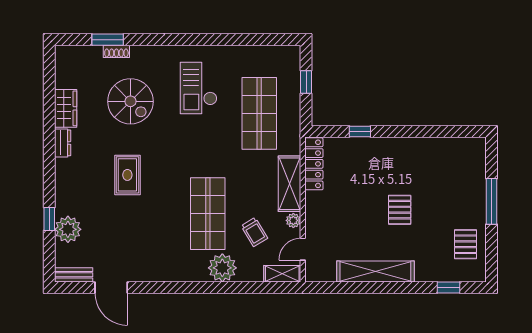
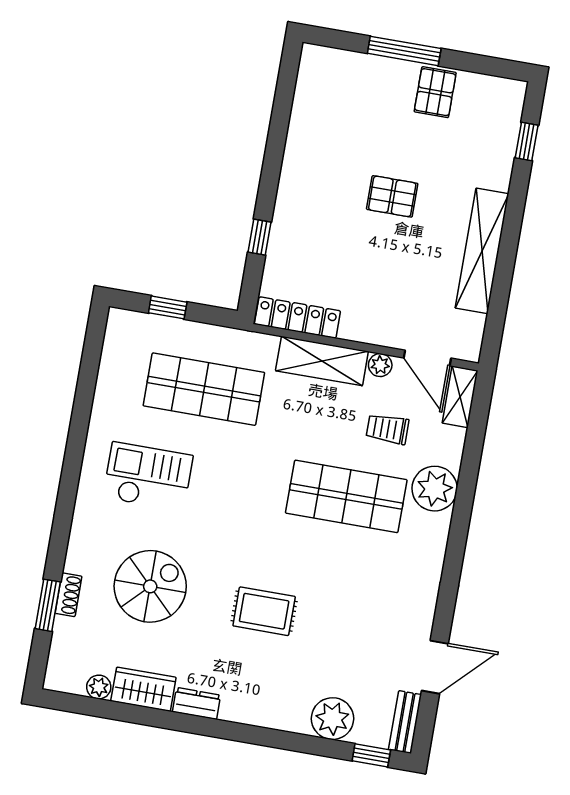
plant: (62, 80) -> (99, 687), added
checkout: (199, 88) -> (148, 477), turned 180
window: (49, 219) -> (371, 755), moved
trolley: (254, 232) -> (387, 429), turned -149
pallet: (465, 244) -> (435, 92), moved, turned 90
door: (303, 249) -> (427, 358), width x1.37

